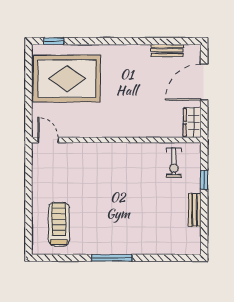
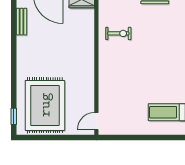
exercise bike: (174, 163) -> (118, 33), moved

